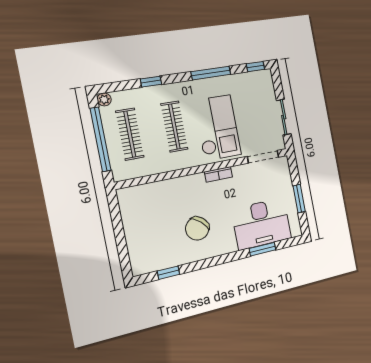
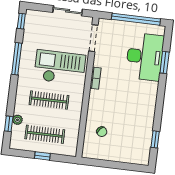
window: (151, 82) -> (9, 124), moved
plant: (104, 99) -> (17, 120), moved
window: (101, 139) -> (42, 156), width x0.32
window: (299, 199) -> (136, 19), width x2.11
chair: (197, 229) -> (102, 132), moved, width x0.54, depth x0.54

